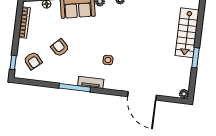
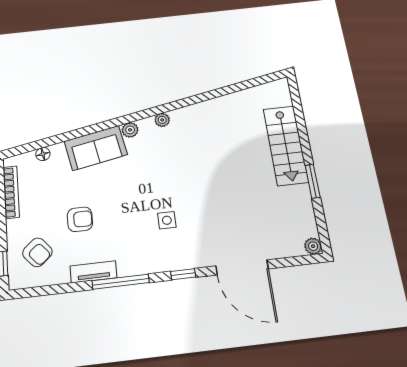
armchair: (60, 48) -> (80, 219), turned 135
tv unit: (91, 82) -> (93, 272), moved
window: (109, 92) -> (183, 274), added

